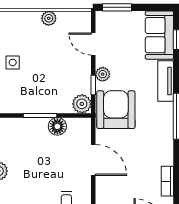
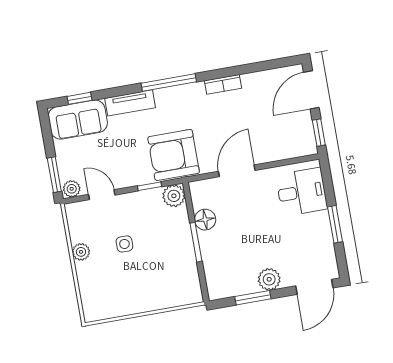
door: (93, 44) -> (102, 195), swing flipped
side table: (13, 62) -> (124, 244), moved
plant: (103, 74) -> (72, 189), moved
bookcase: (167, 181) -> (223, 84), moved

